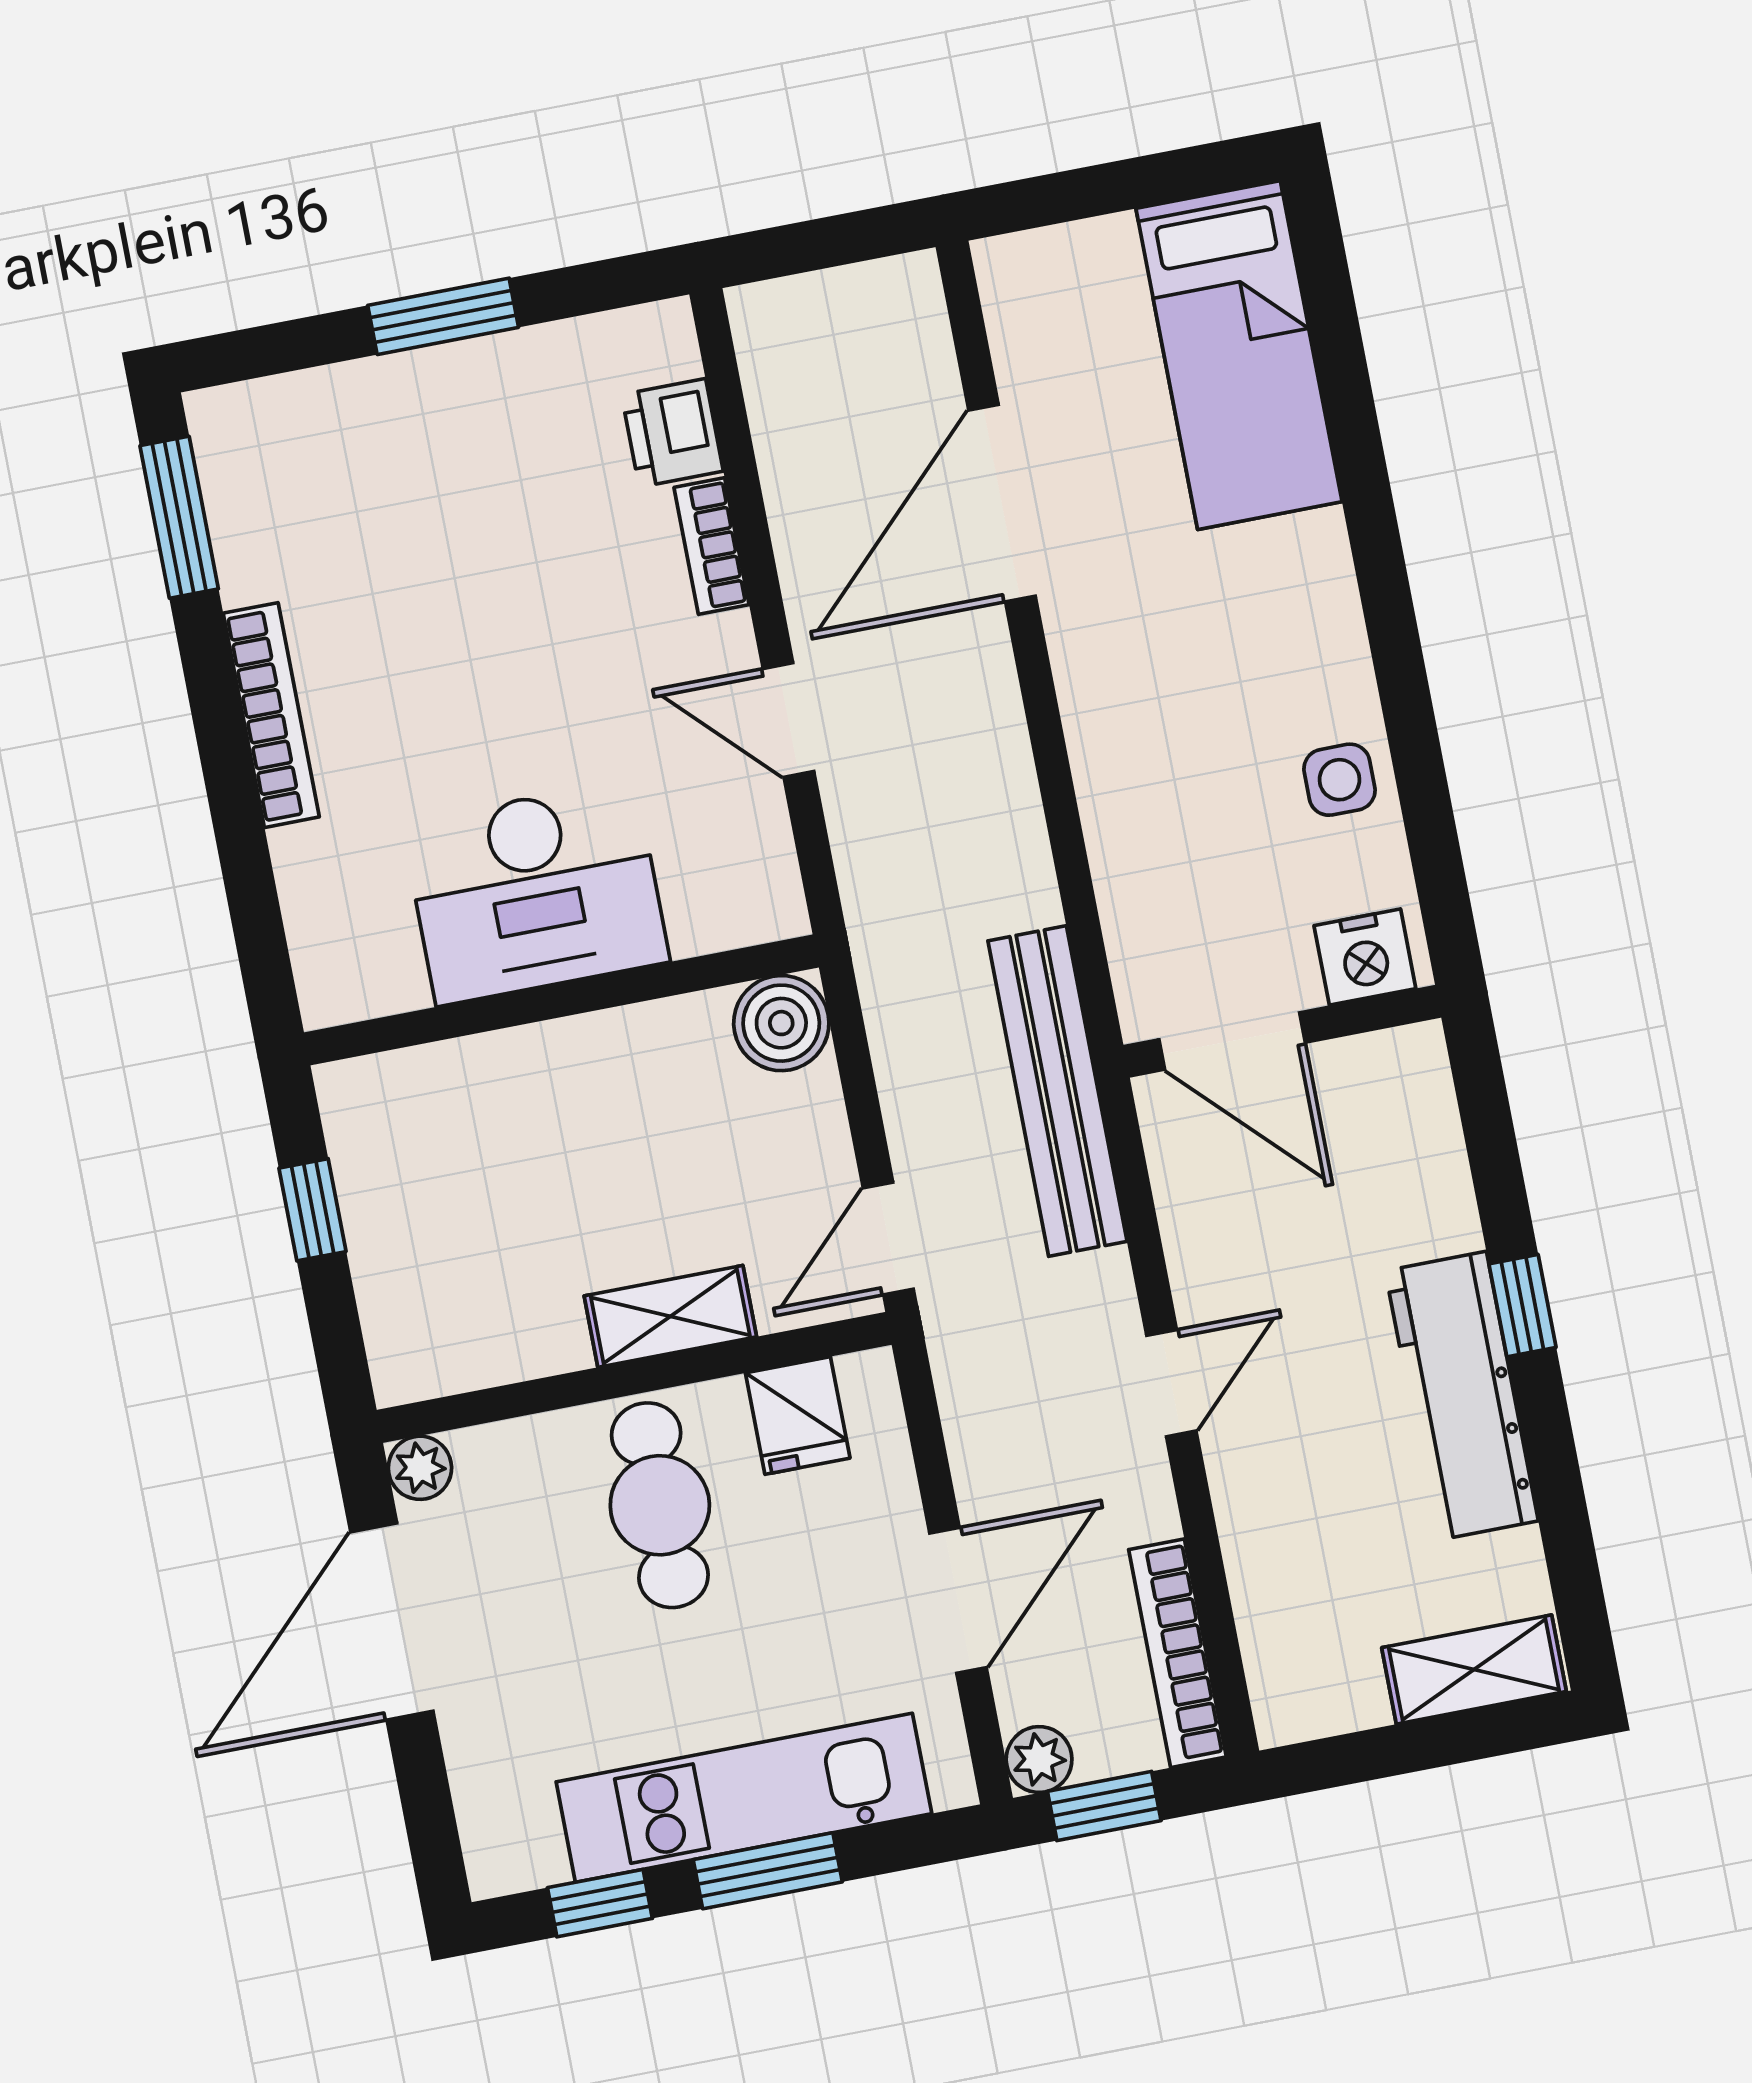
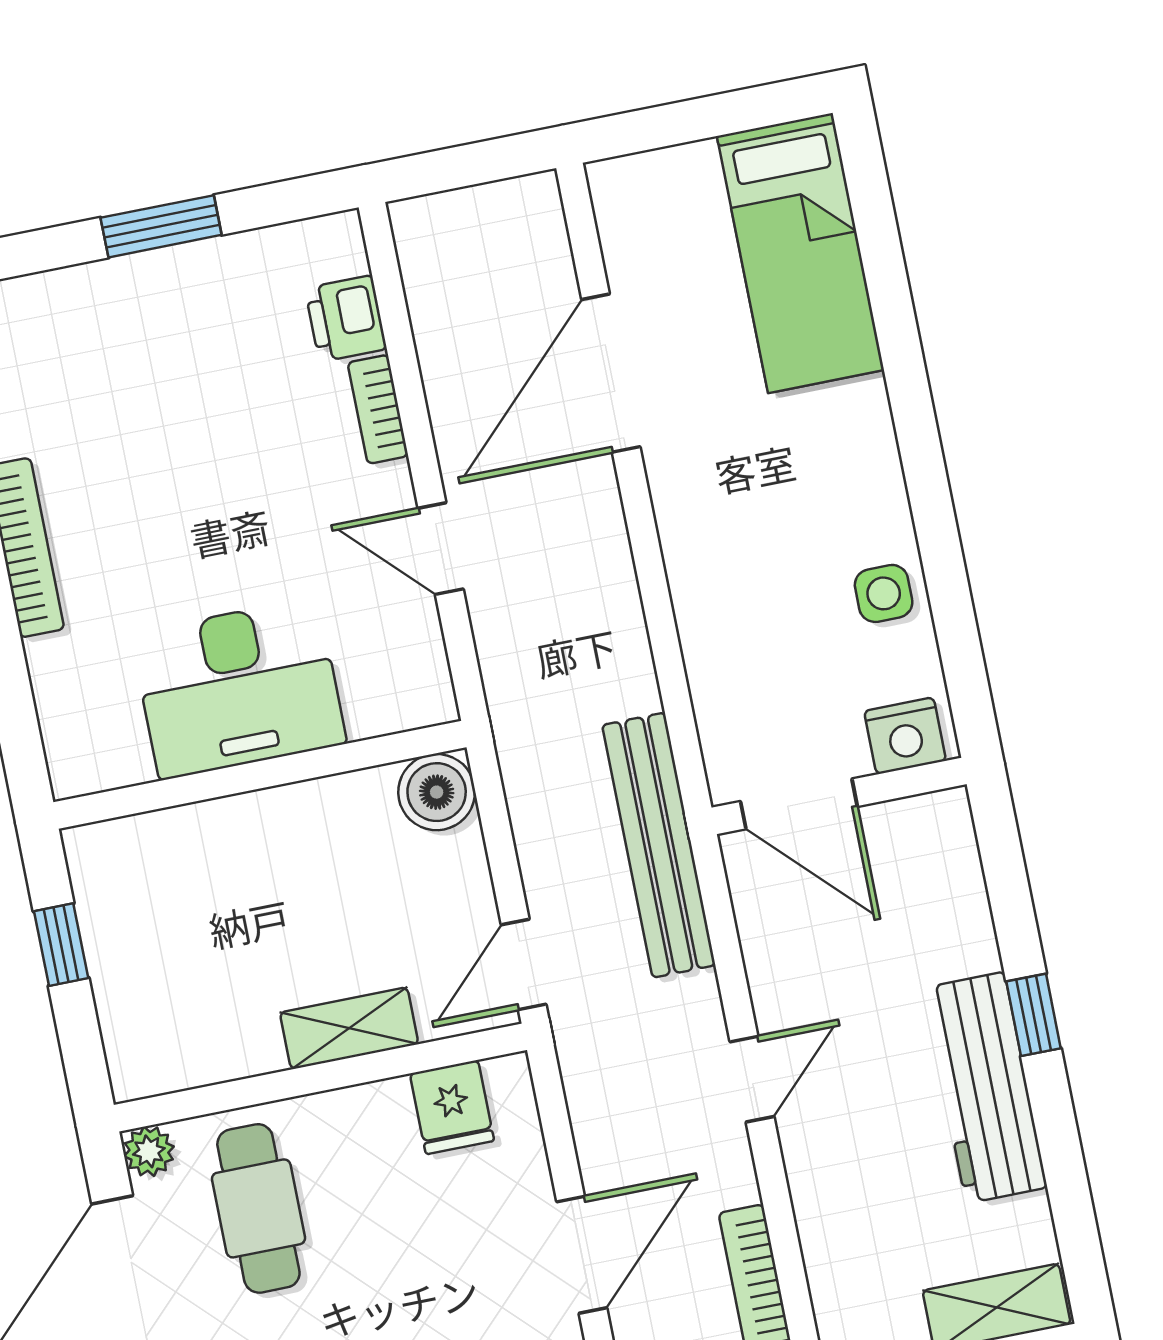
cafe table: (660, 1505) -> (258, 1208), moved

